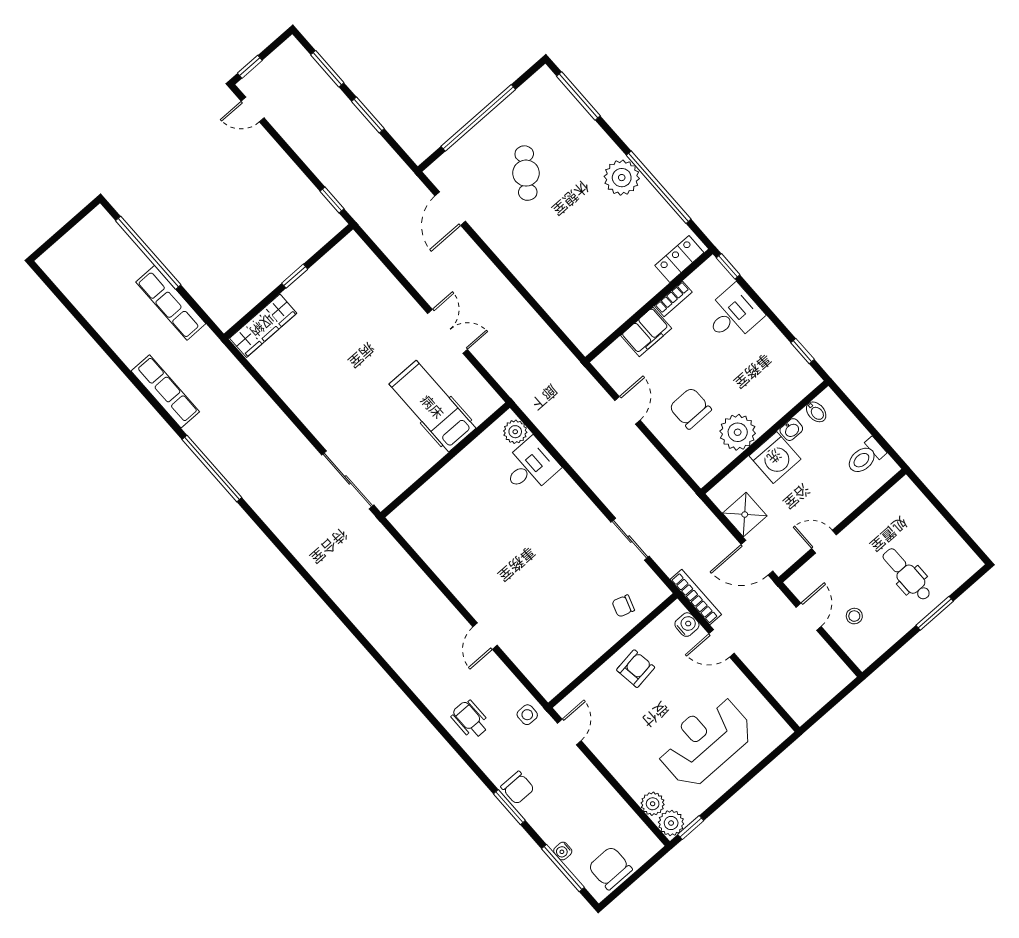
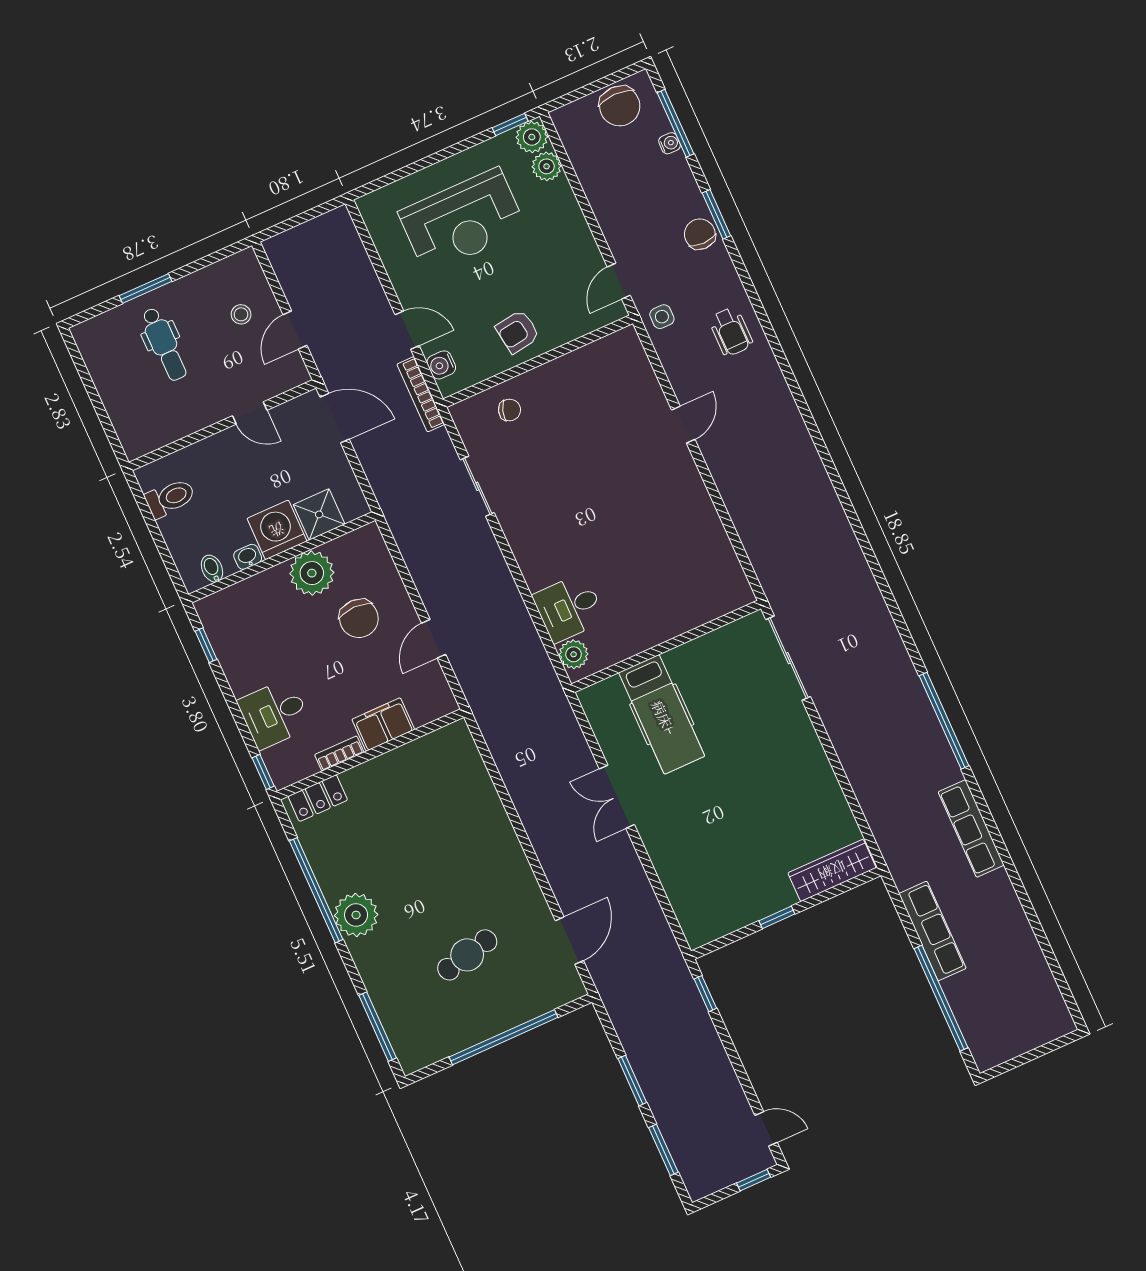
cafe table: (526, 173) -> (467, 955), turned 41
shower: (745, 515) -> (319, 514), moved

